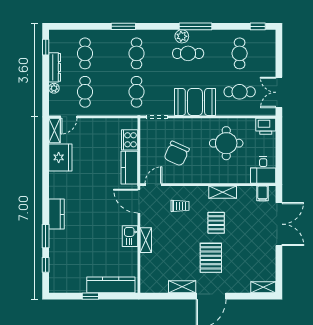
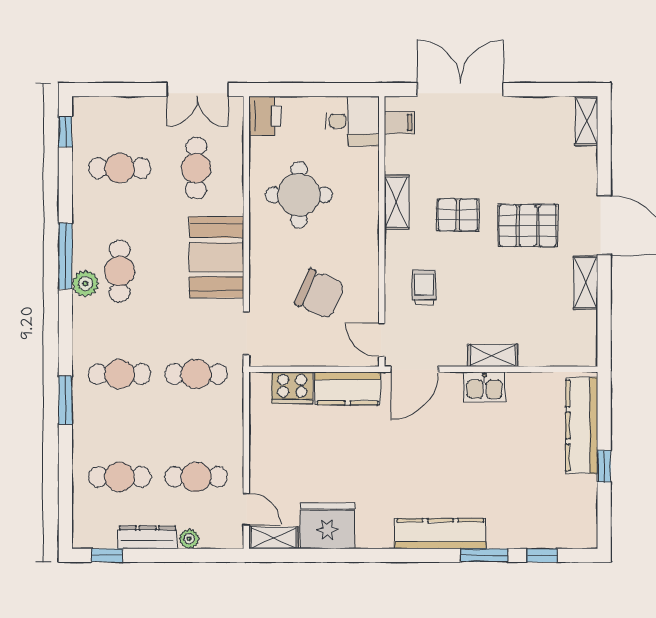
kitchen counter: (57, 214) -> (440, 534), width x1.50

